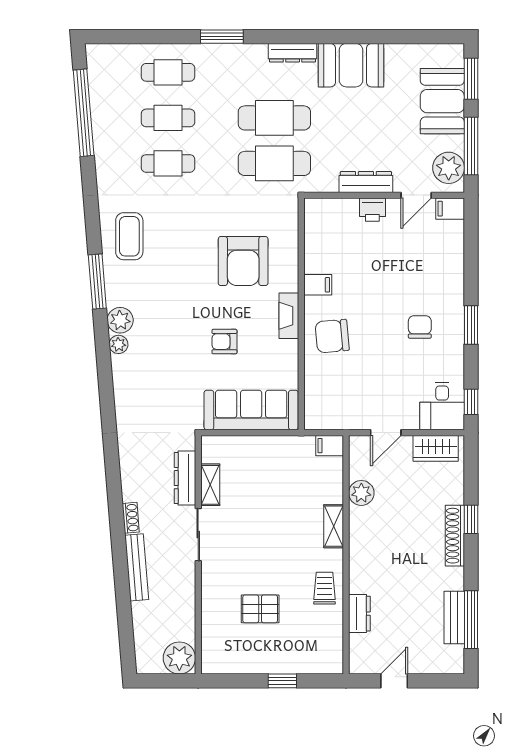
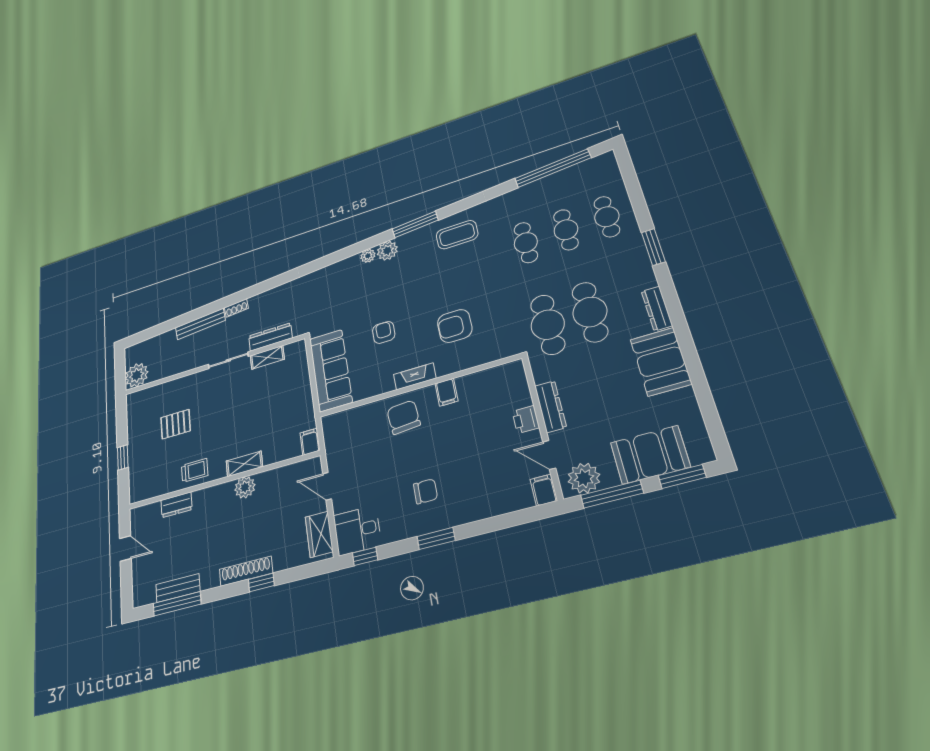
armchair: (243, 261) -> (455, 326), width x0.73, depth x0.73
plant: (361, 493) -> (245, 487), moved
pallet: (260, 609) -> (176, 424), turned 90

